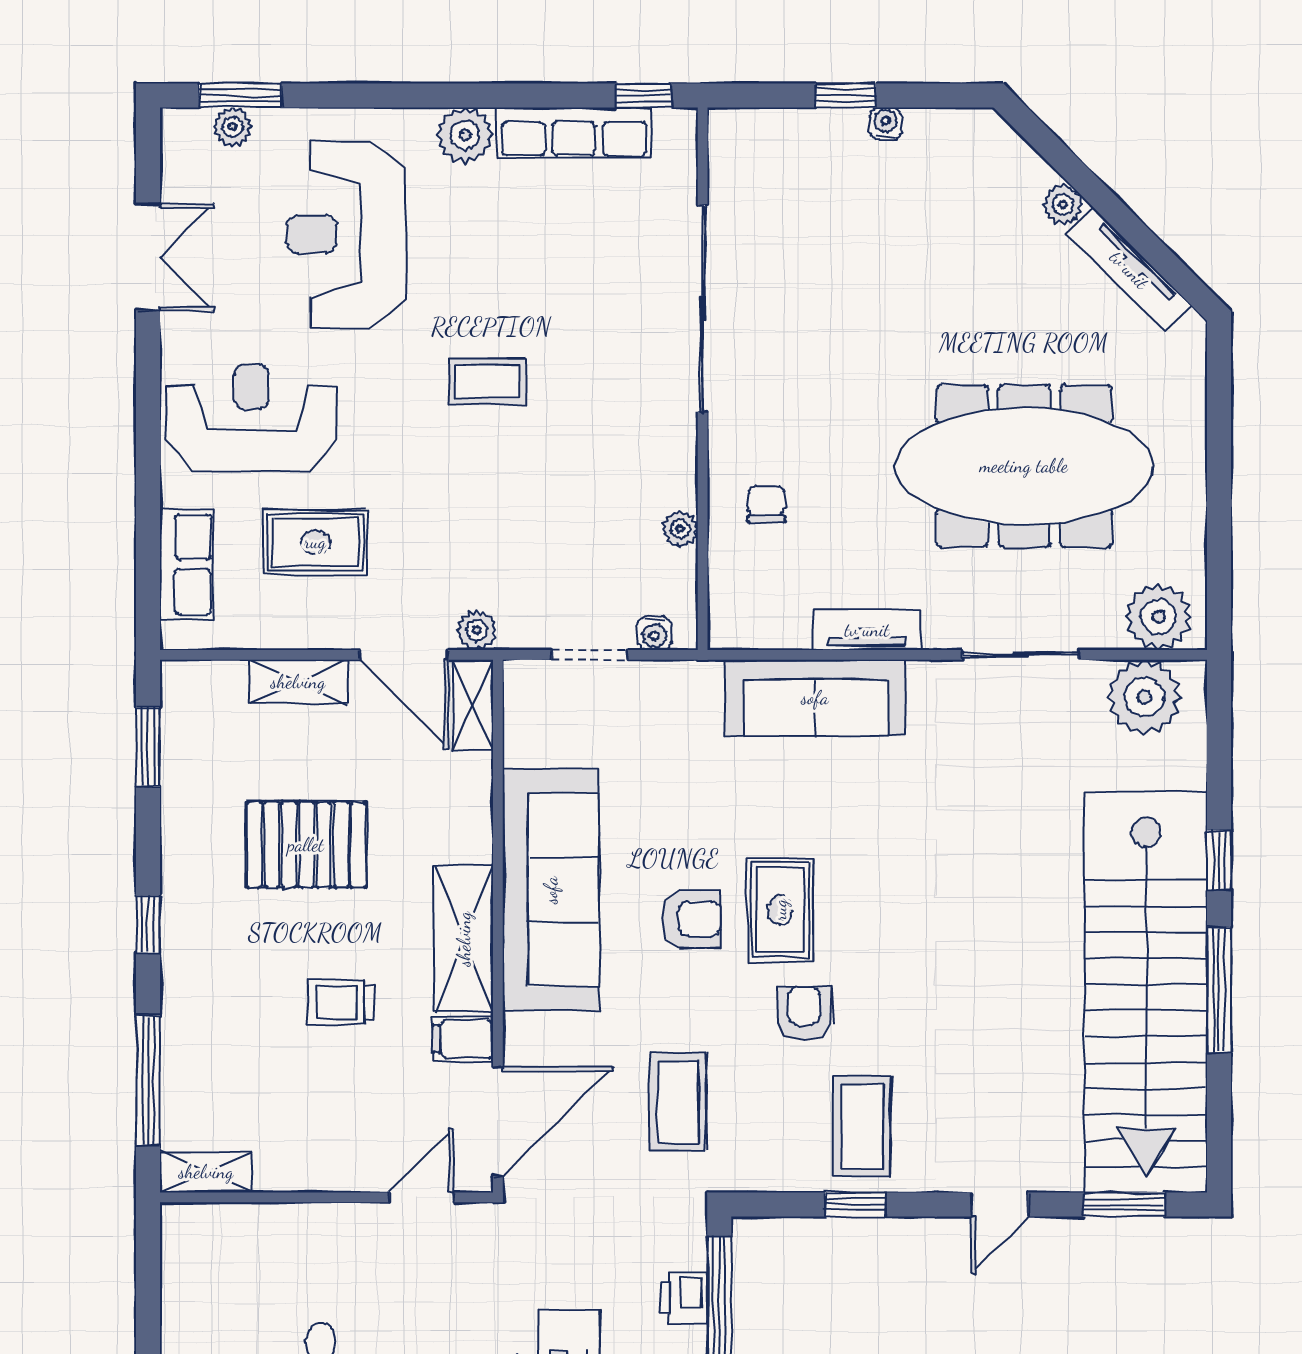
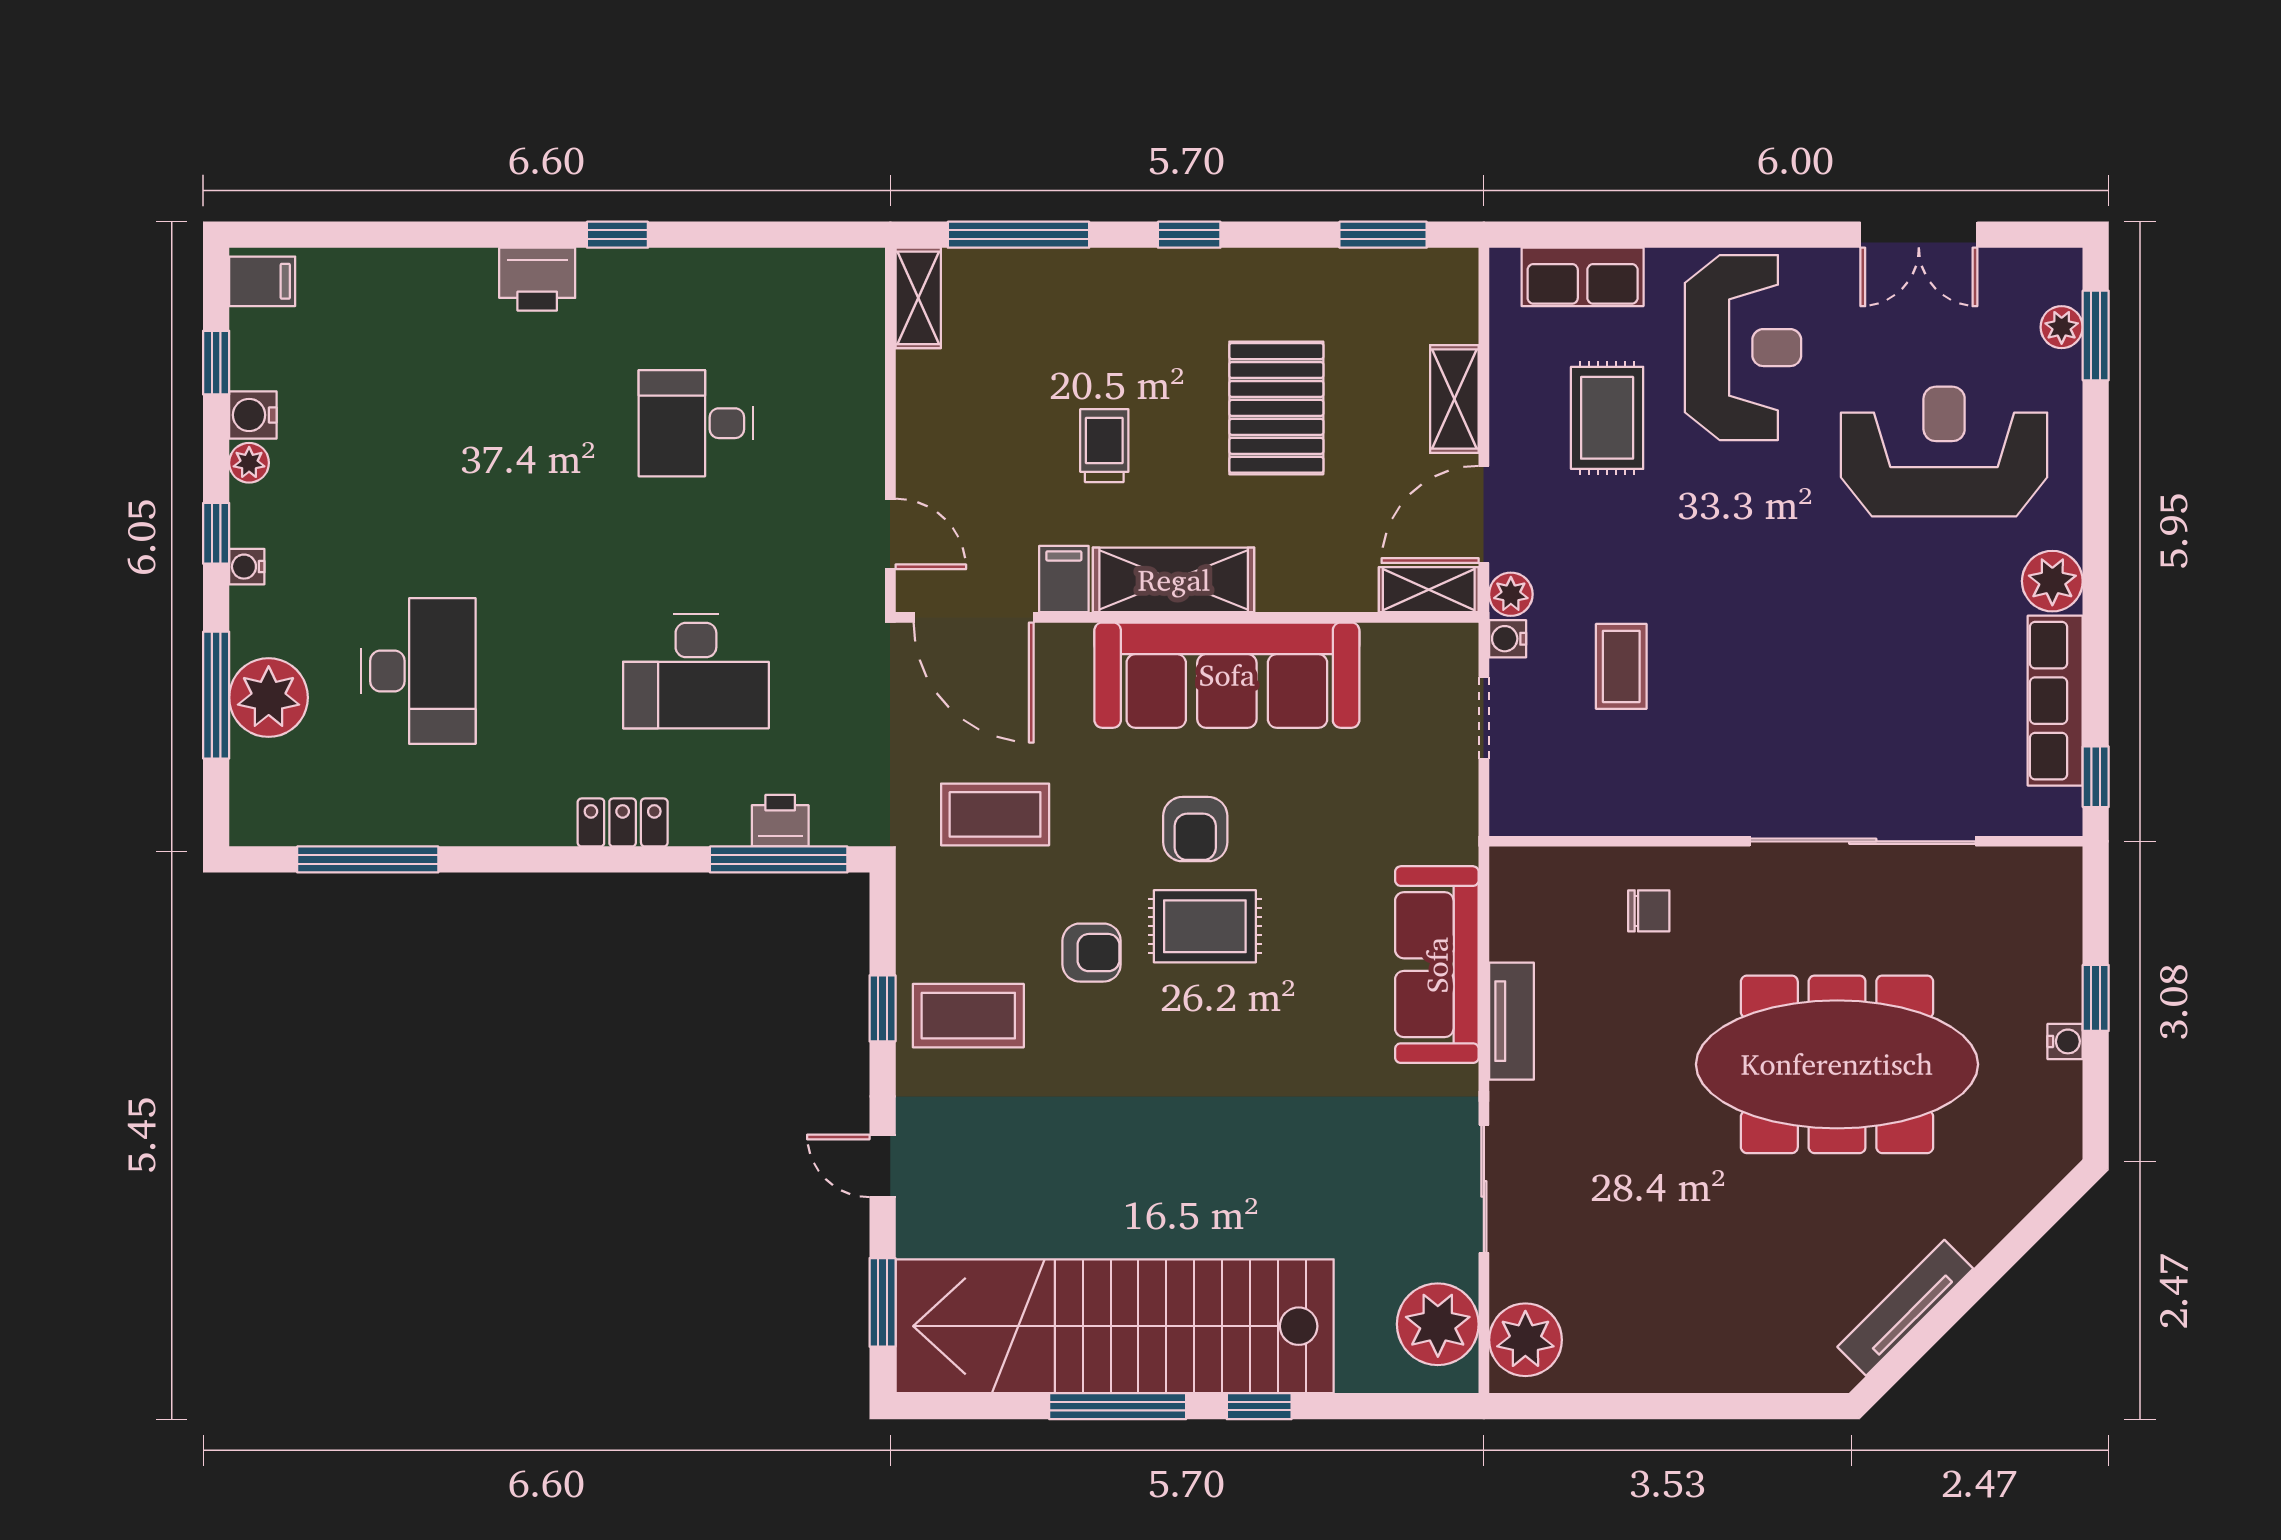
plant: (1063, 205) -> (1976, 1235), removed
coffee table: (487, 382) -> (1621, 666), moved
meeting table: (1024, 466) -> (1837, 1064), moved, turned 90
plant: (680, 529) -> (1622, 817), removed
water cooler: (654, 633) -> (1508, 639), moved

